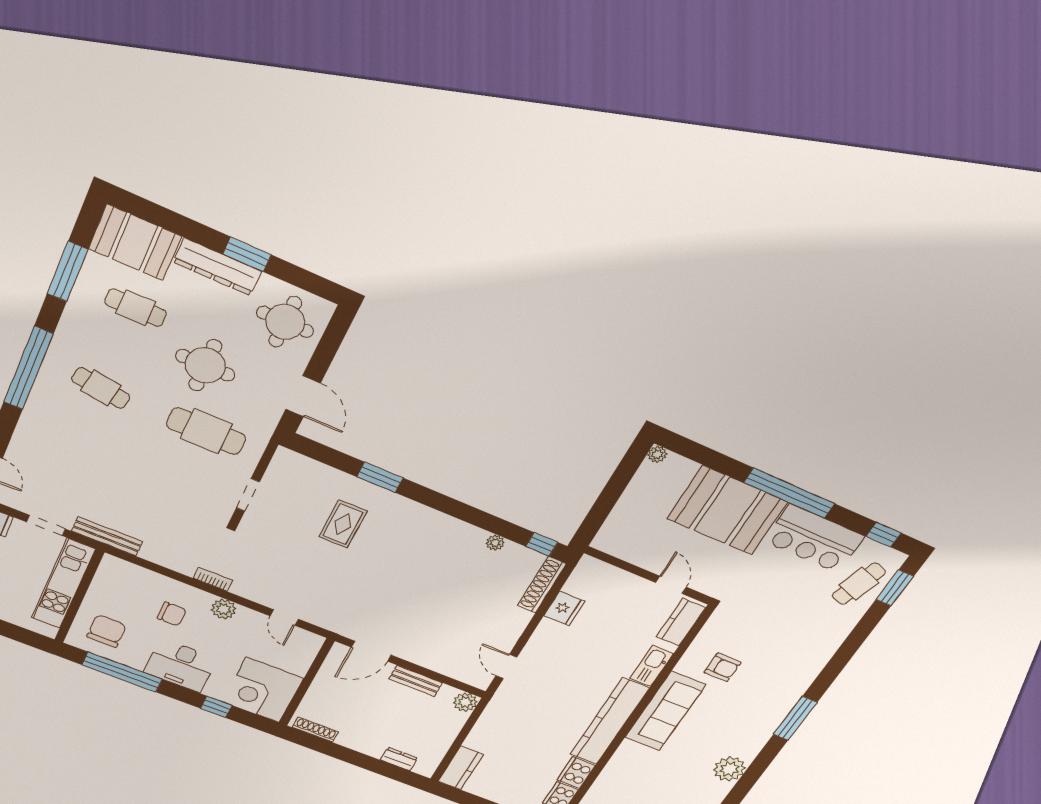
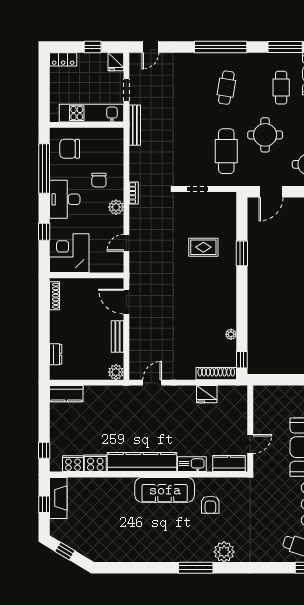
chair: (107, 631) -> (70, 149), turned 180
plant: (729, 769) -> (224, 552), moved

